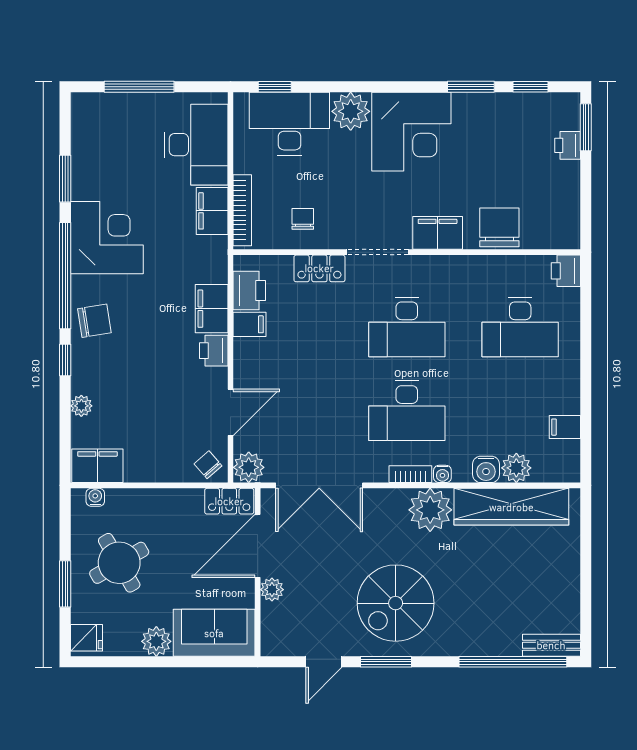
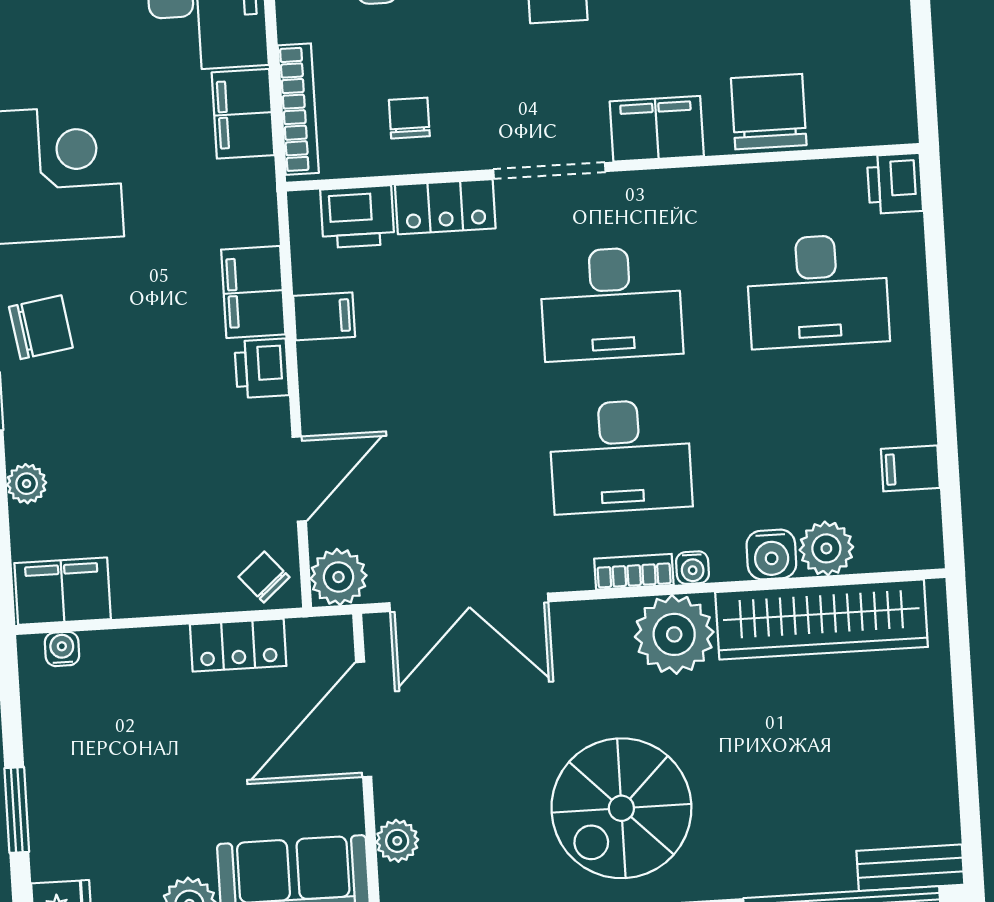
printer: (249, 291) -> (357, 217), moved, turned 90
locker: (229, 501) -> (238, 645), moved
round table: (119, 563) -> (113, 766), removed
plant: (272, 590) -> (397, 841), moved

